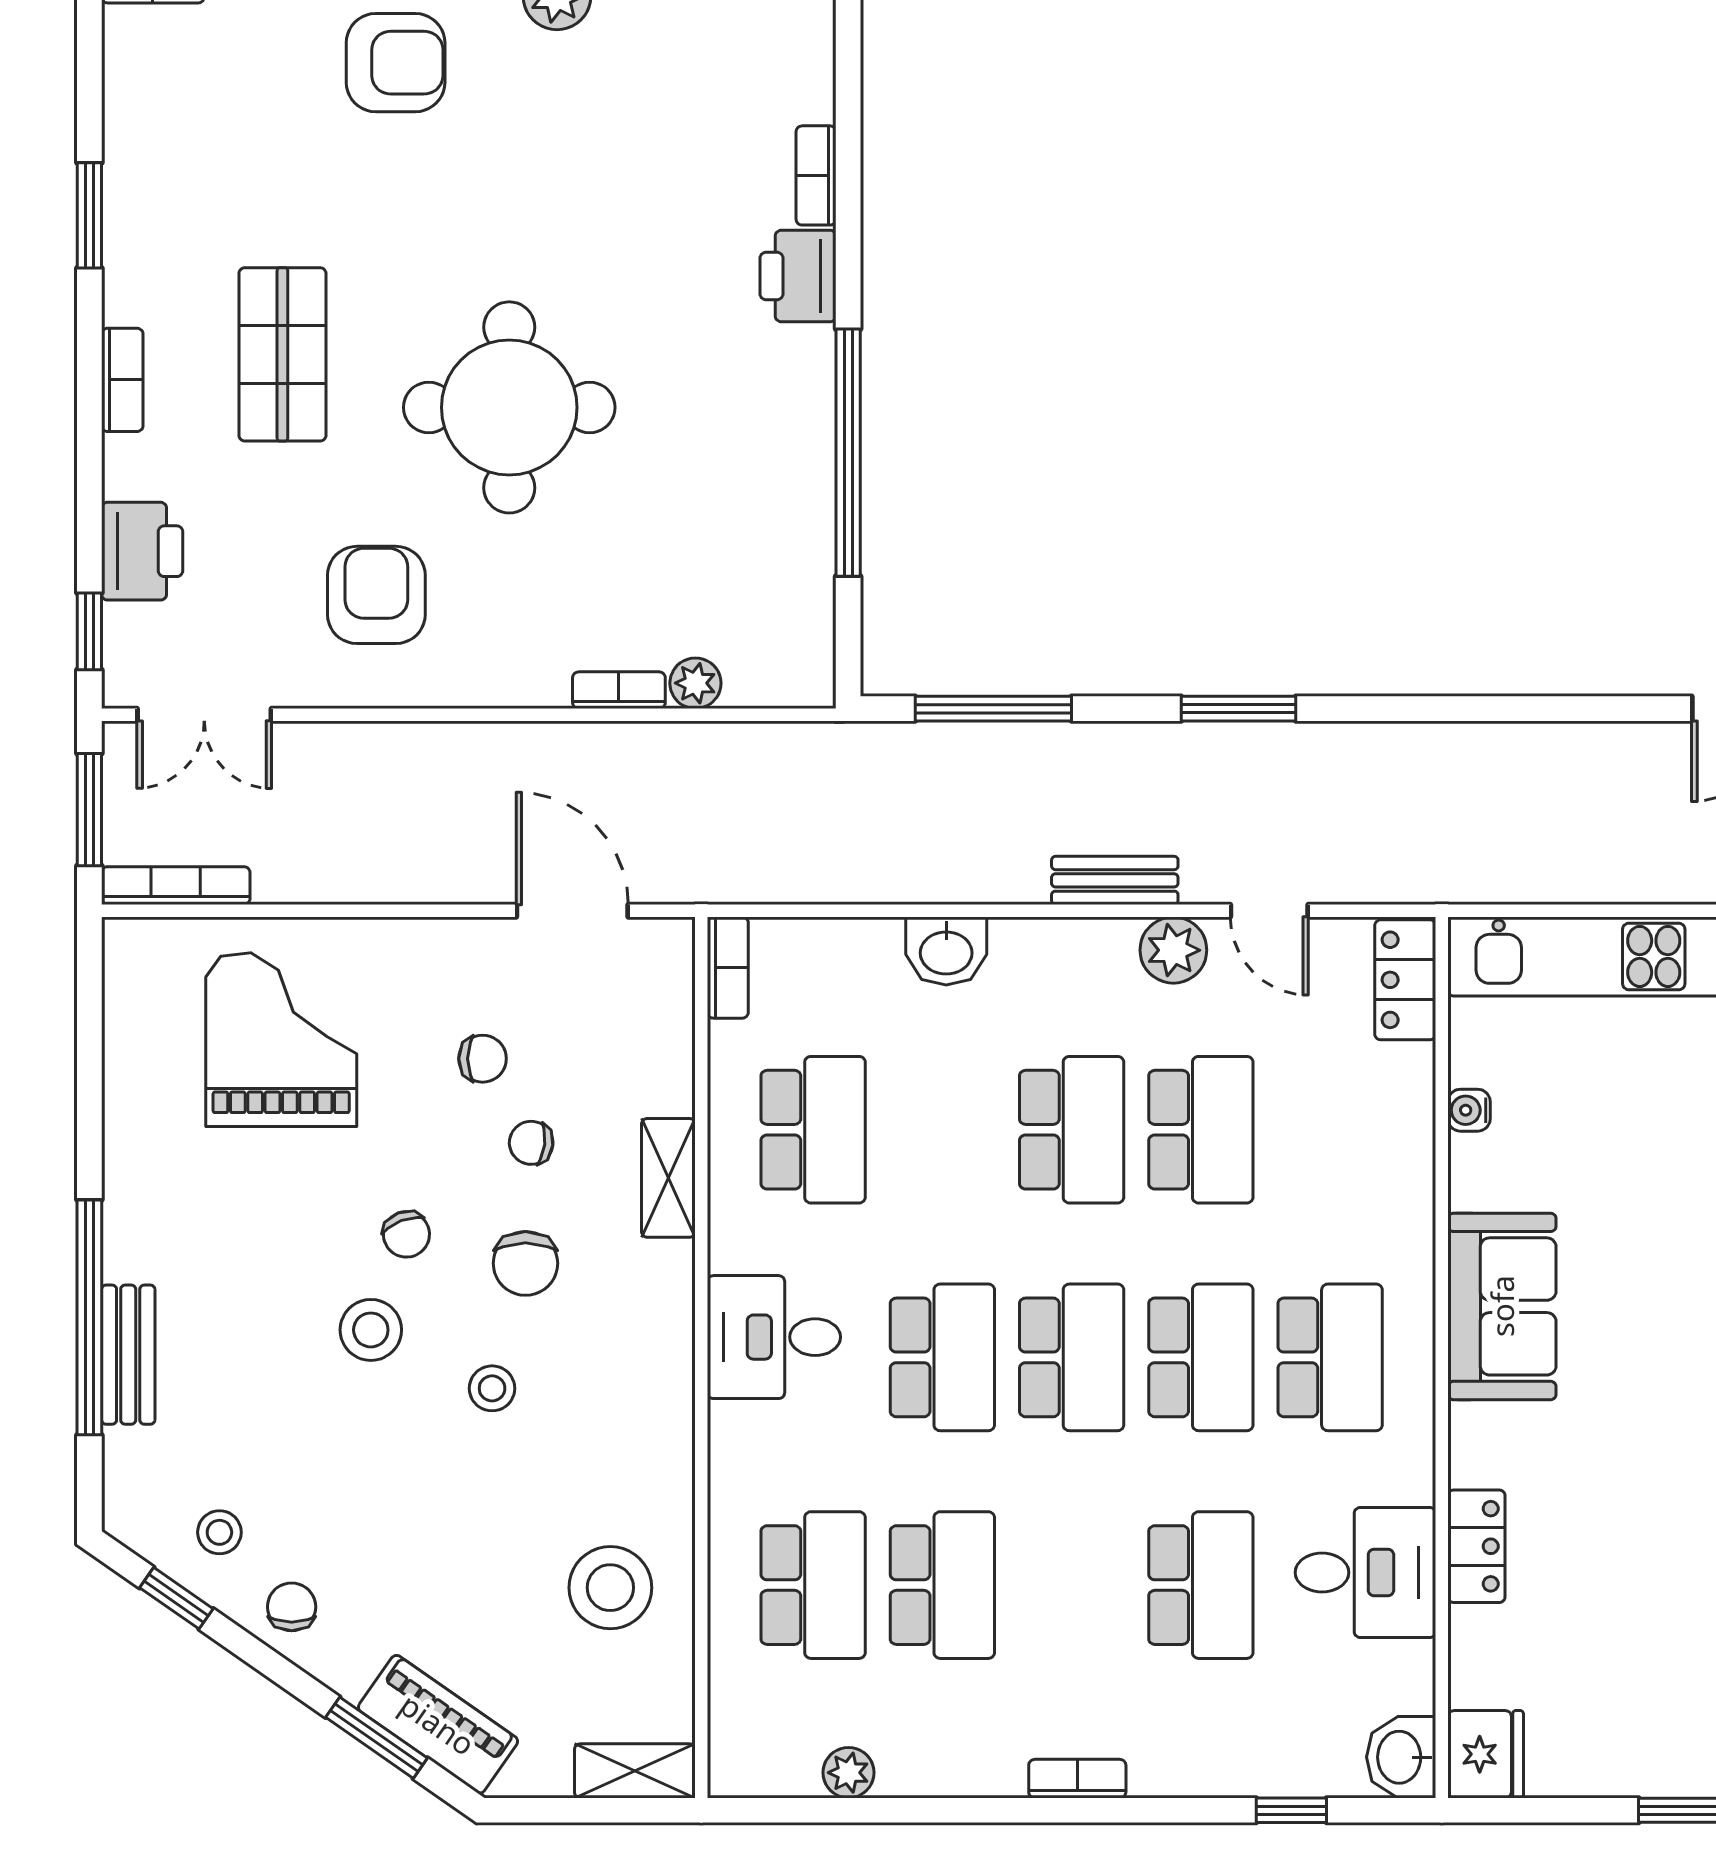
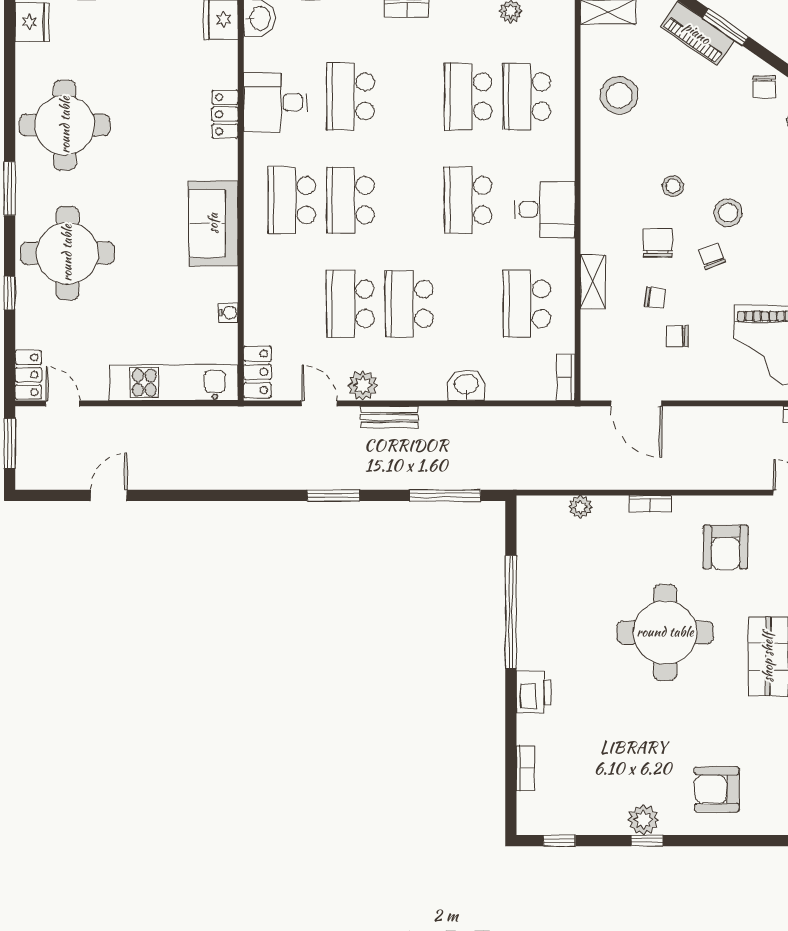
bookcase: (816, 175) -> (525, 768), moved
bookcase: (619, 690) -> (650, 504), moved
school desk: (1072, 1357) -> (409, 200), removed

